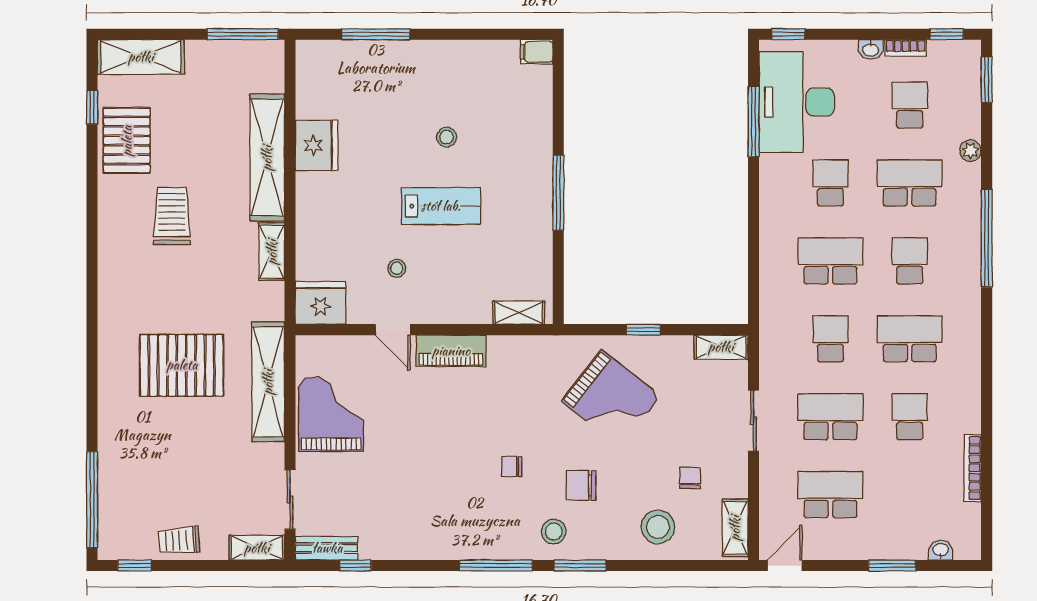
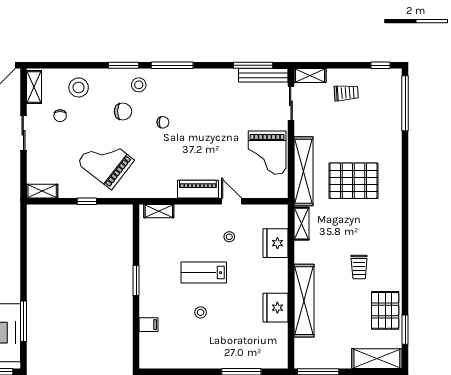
filing cabinet: (537, 52) -> (149, 325), moved
window: (92, 107) -> (405, 330), width x1.50
window: (558, 193) -> (136, 280), width x0.69
trolley: (172, 216) -> (359, 267), width x0.73, depth x0.72
shelving: (272, 252) -> (301, 224), moved
fridge: (321, 303) -> (275, 243), moved, turned 90
sliding door: (753, 421) -> (23, 133), moved
trolley: (179, 540) -> (346, 93), moved
bench: (327, 548) -> (263, 75), width x1.36
window: (355, 566) -> (253, 65), width x2.17

